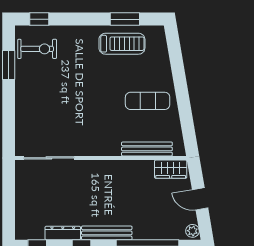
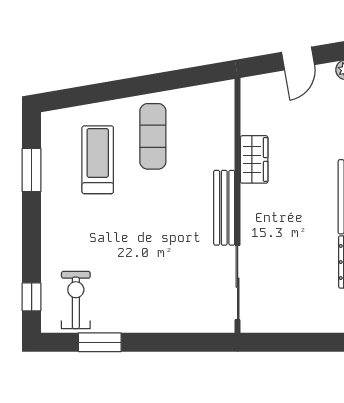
treadmill: (122, 44) -> (98, 160), moved
bench: (147, 149) -> (224, 208), moved
wardrobe: (171, 169) -> (254, 159), moved

